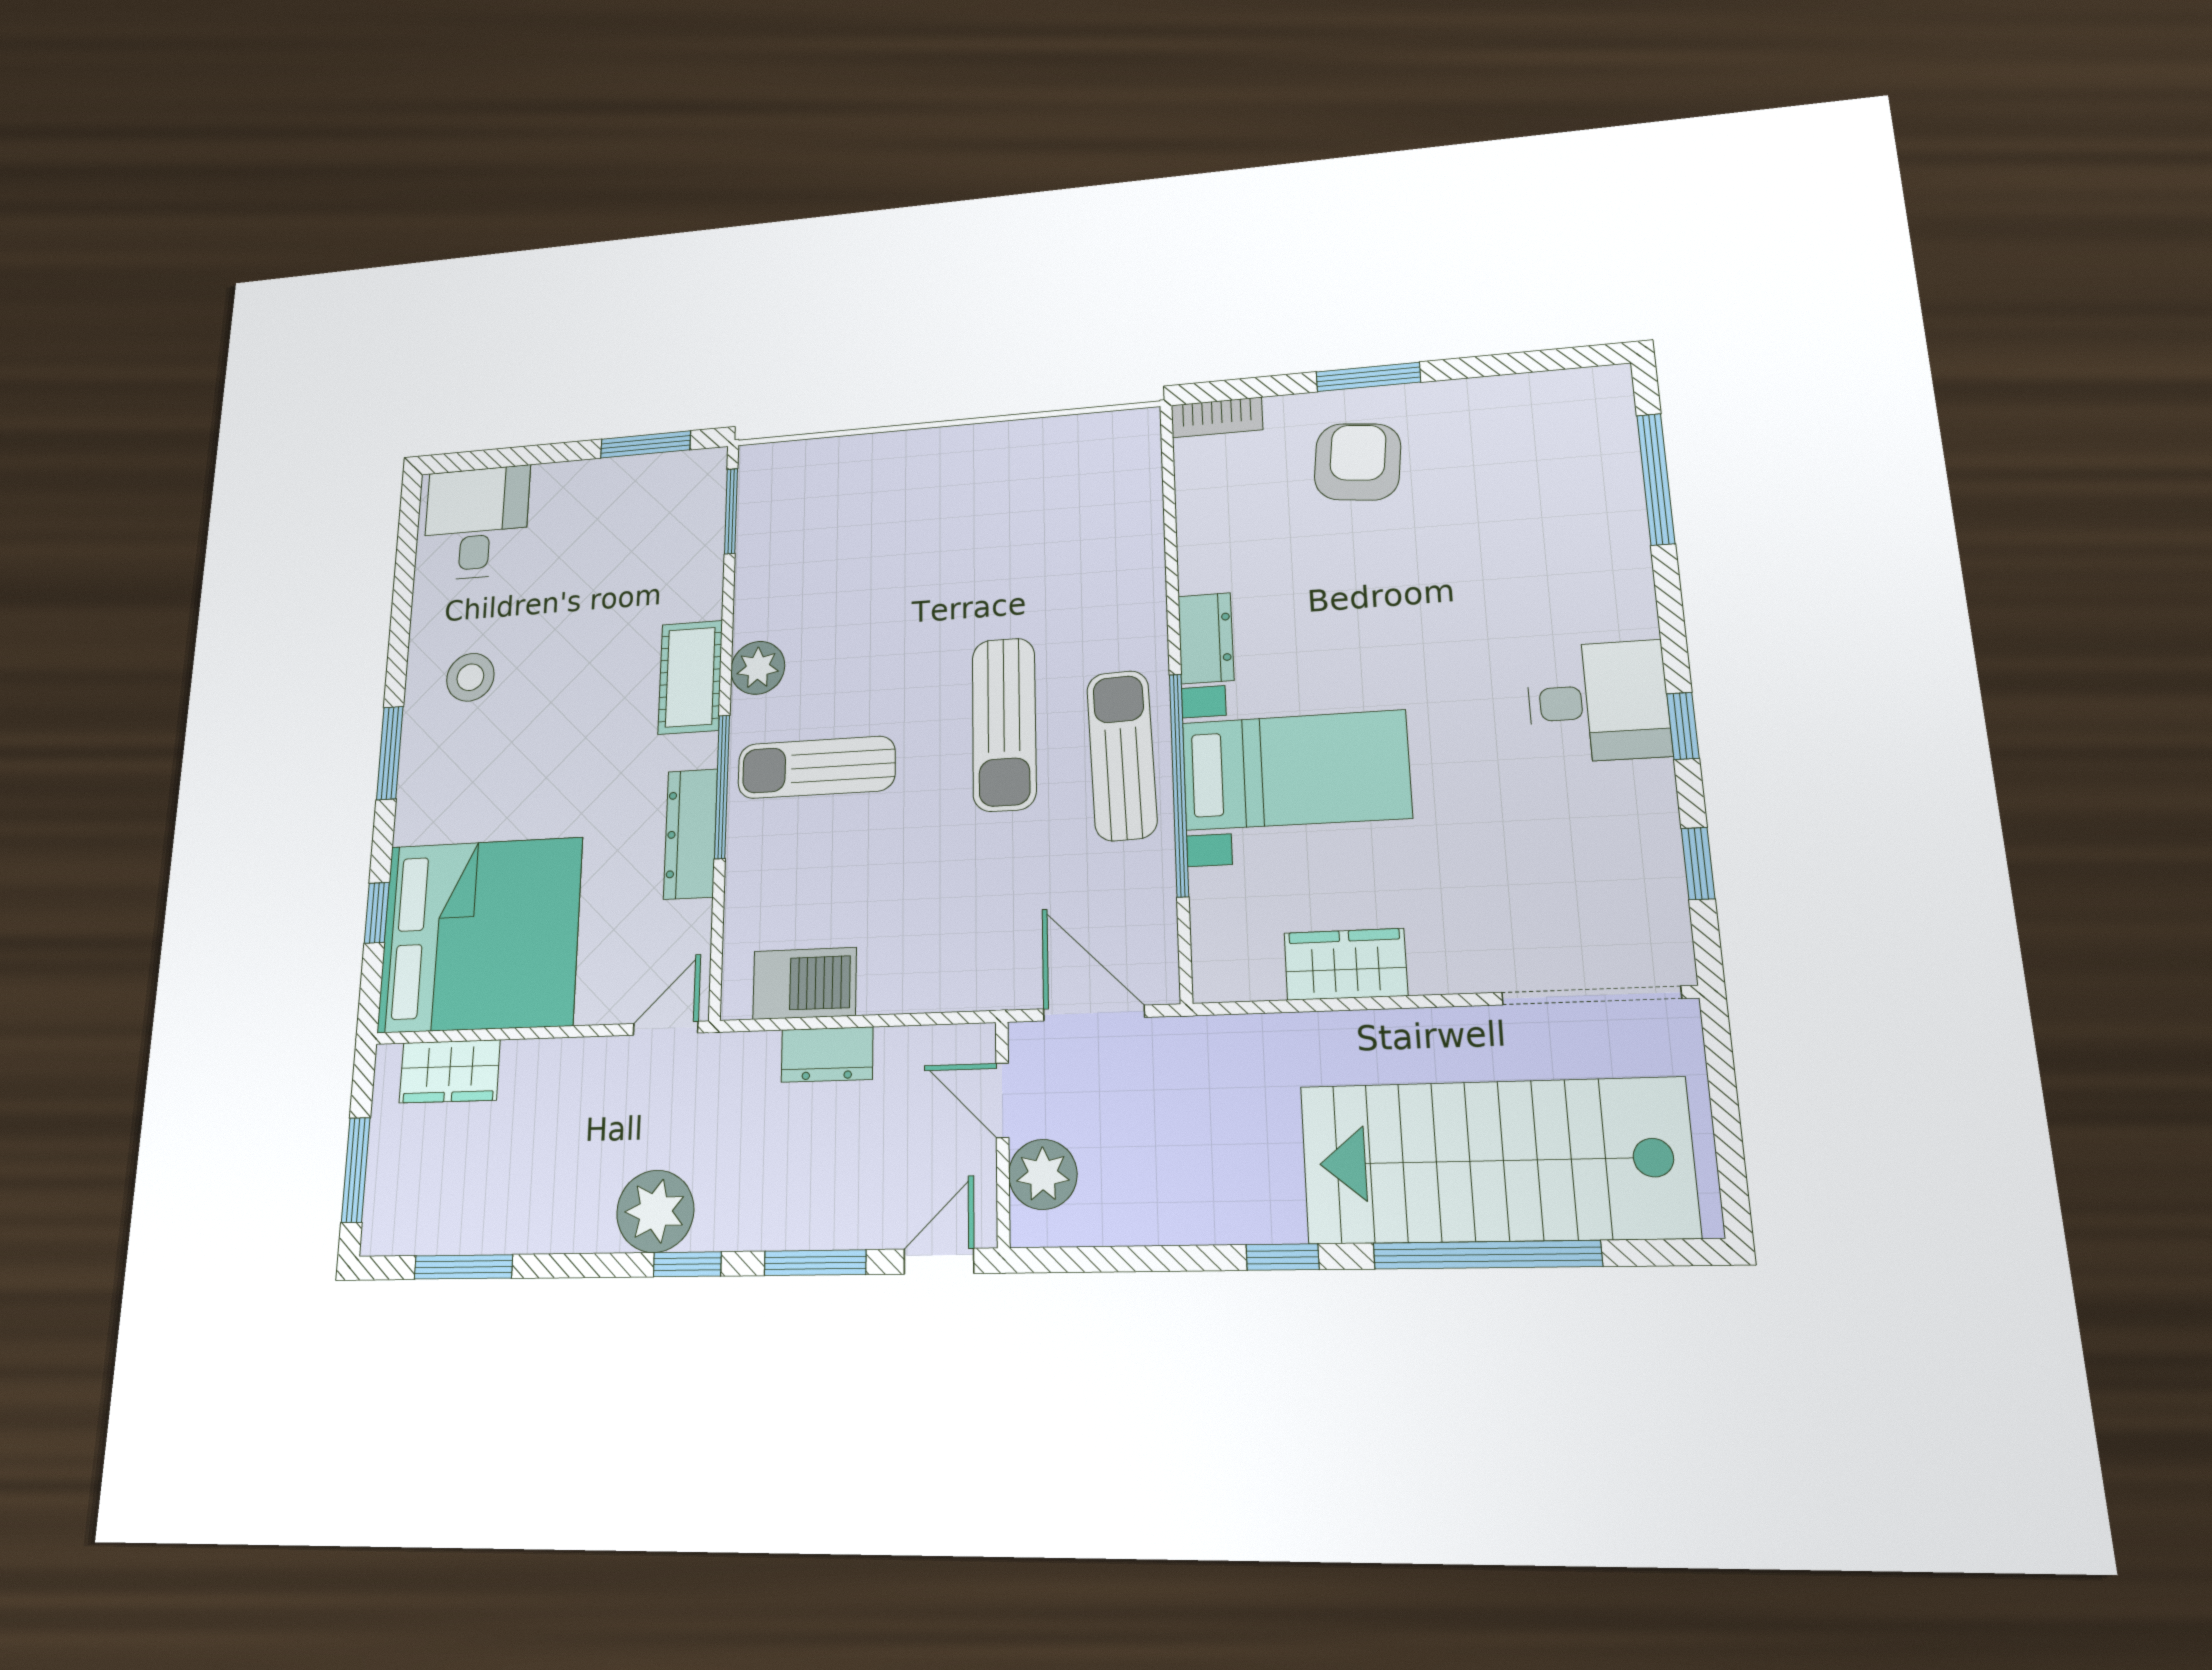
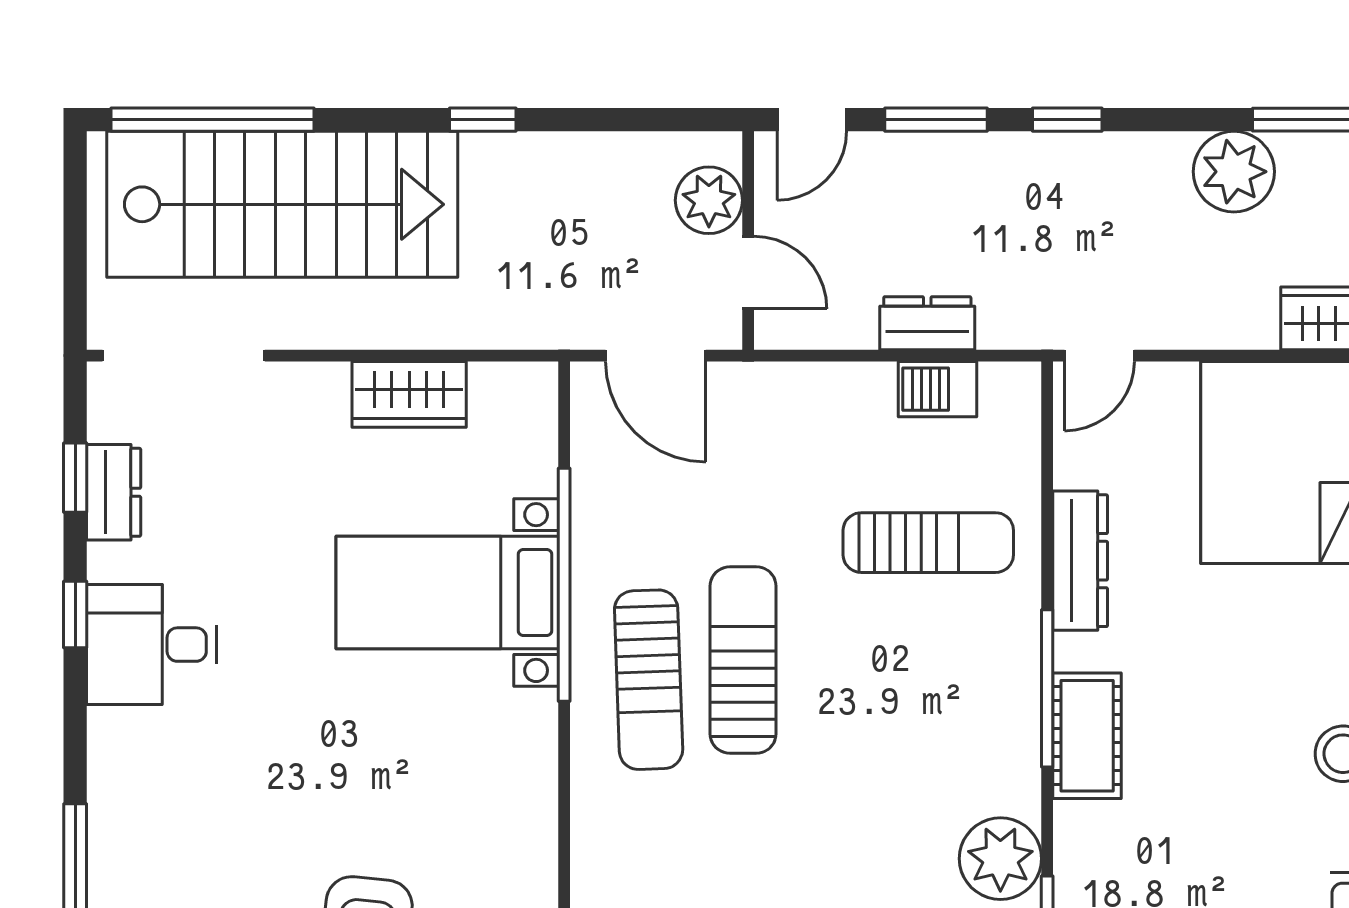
dresser: (1206, 638) -> (114, 492), moved, turned 180
plant: (758, 668) -> (1000, 859), moved, width x1.36, depth x1.36
sun lounger: (1122, 755) -> (649, 680), moved
sun lounger: (816, 767) -> (928, 543), moved
window: (722, 786) -> (1047, 688), moved
barbecue: (805, 983) -> (937, 389), width x0.73, depth x0.79
plant: (655, 1211) -> (1234, 172), moved
window: (1487, 1255) -> (212, 120), moved

